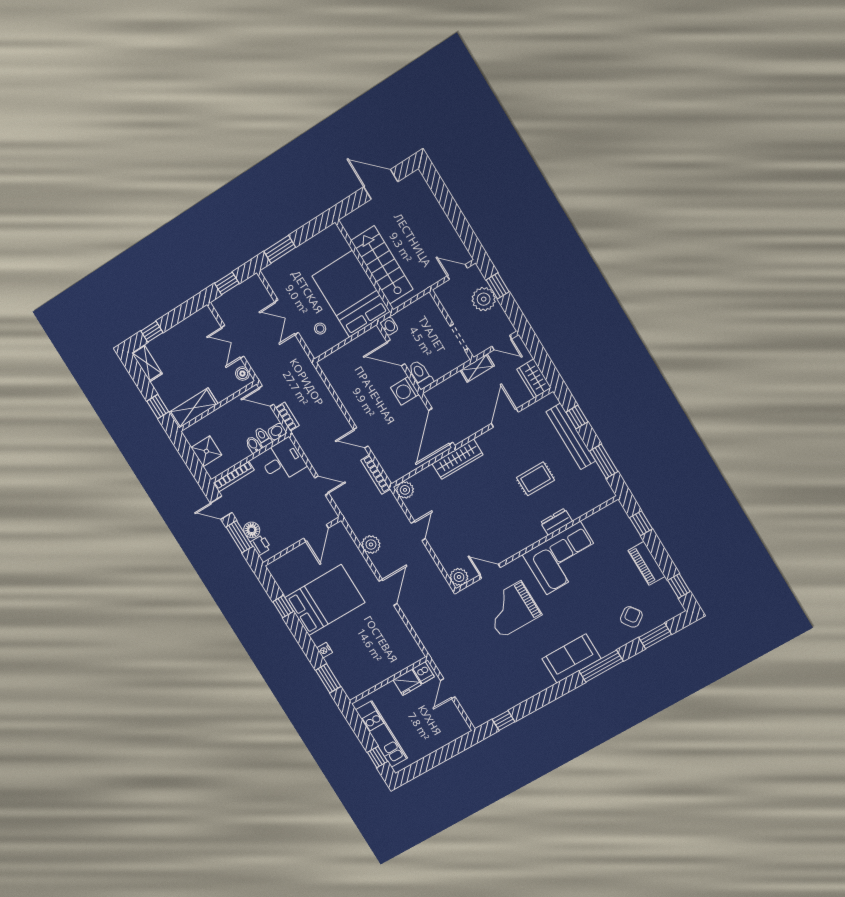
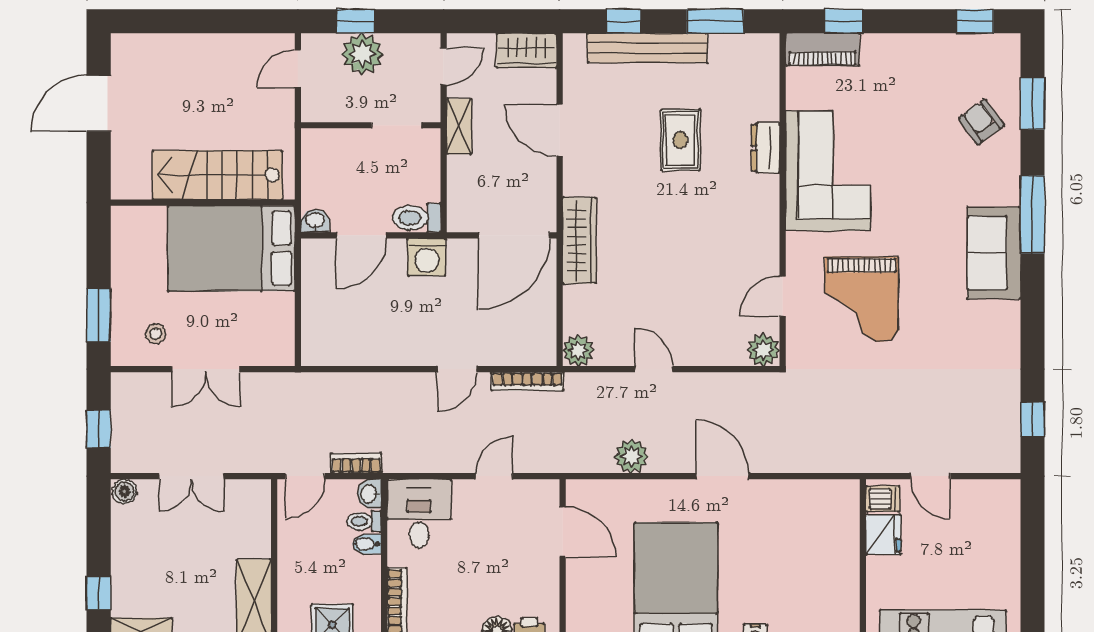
stool: (320, 329) -> (156, 334), moved
boiler: (242, 374) -> (125, 492), moved
door: (441, 426) -> (514, 235), hinge flipped
piano: (647, 563) -> (822, 50), moved

